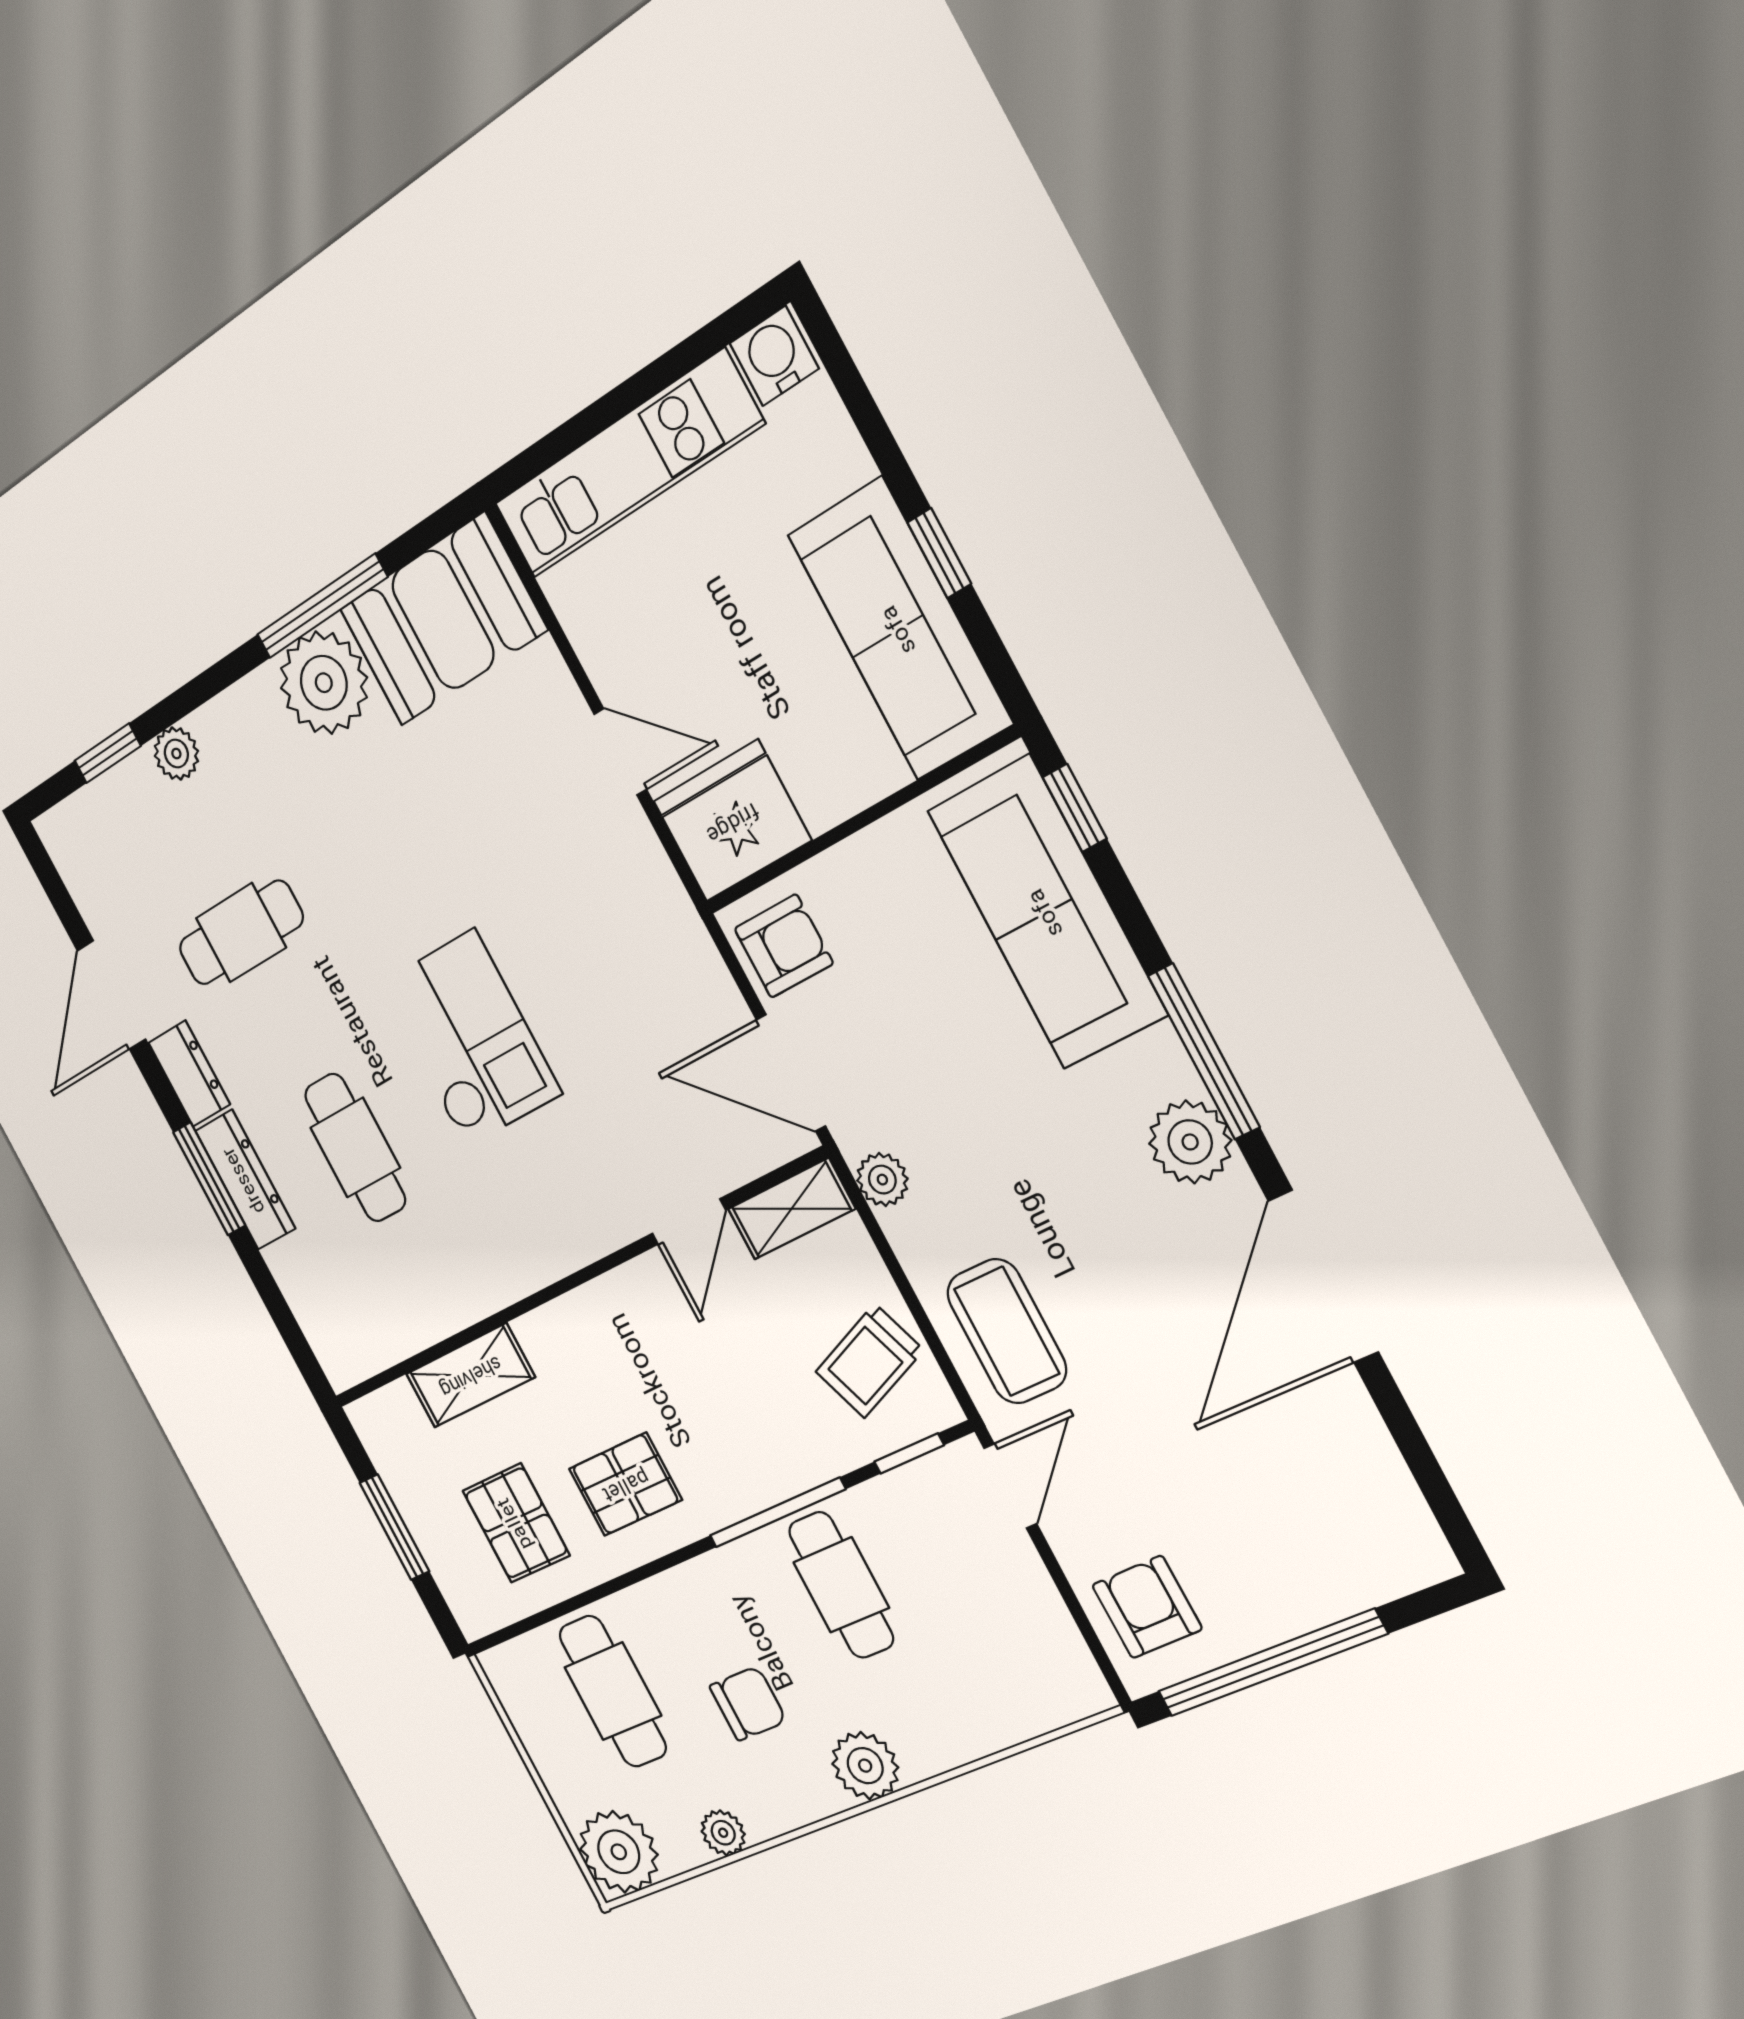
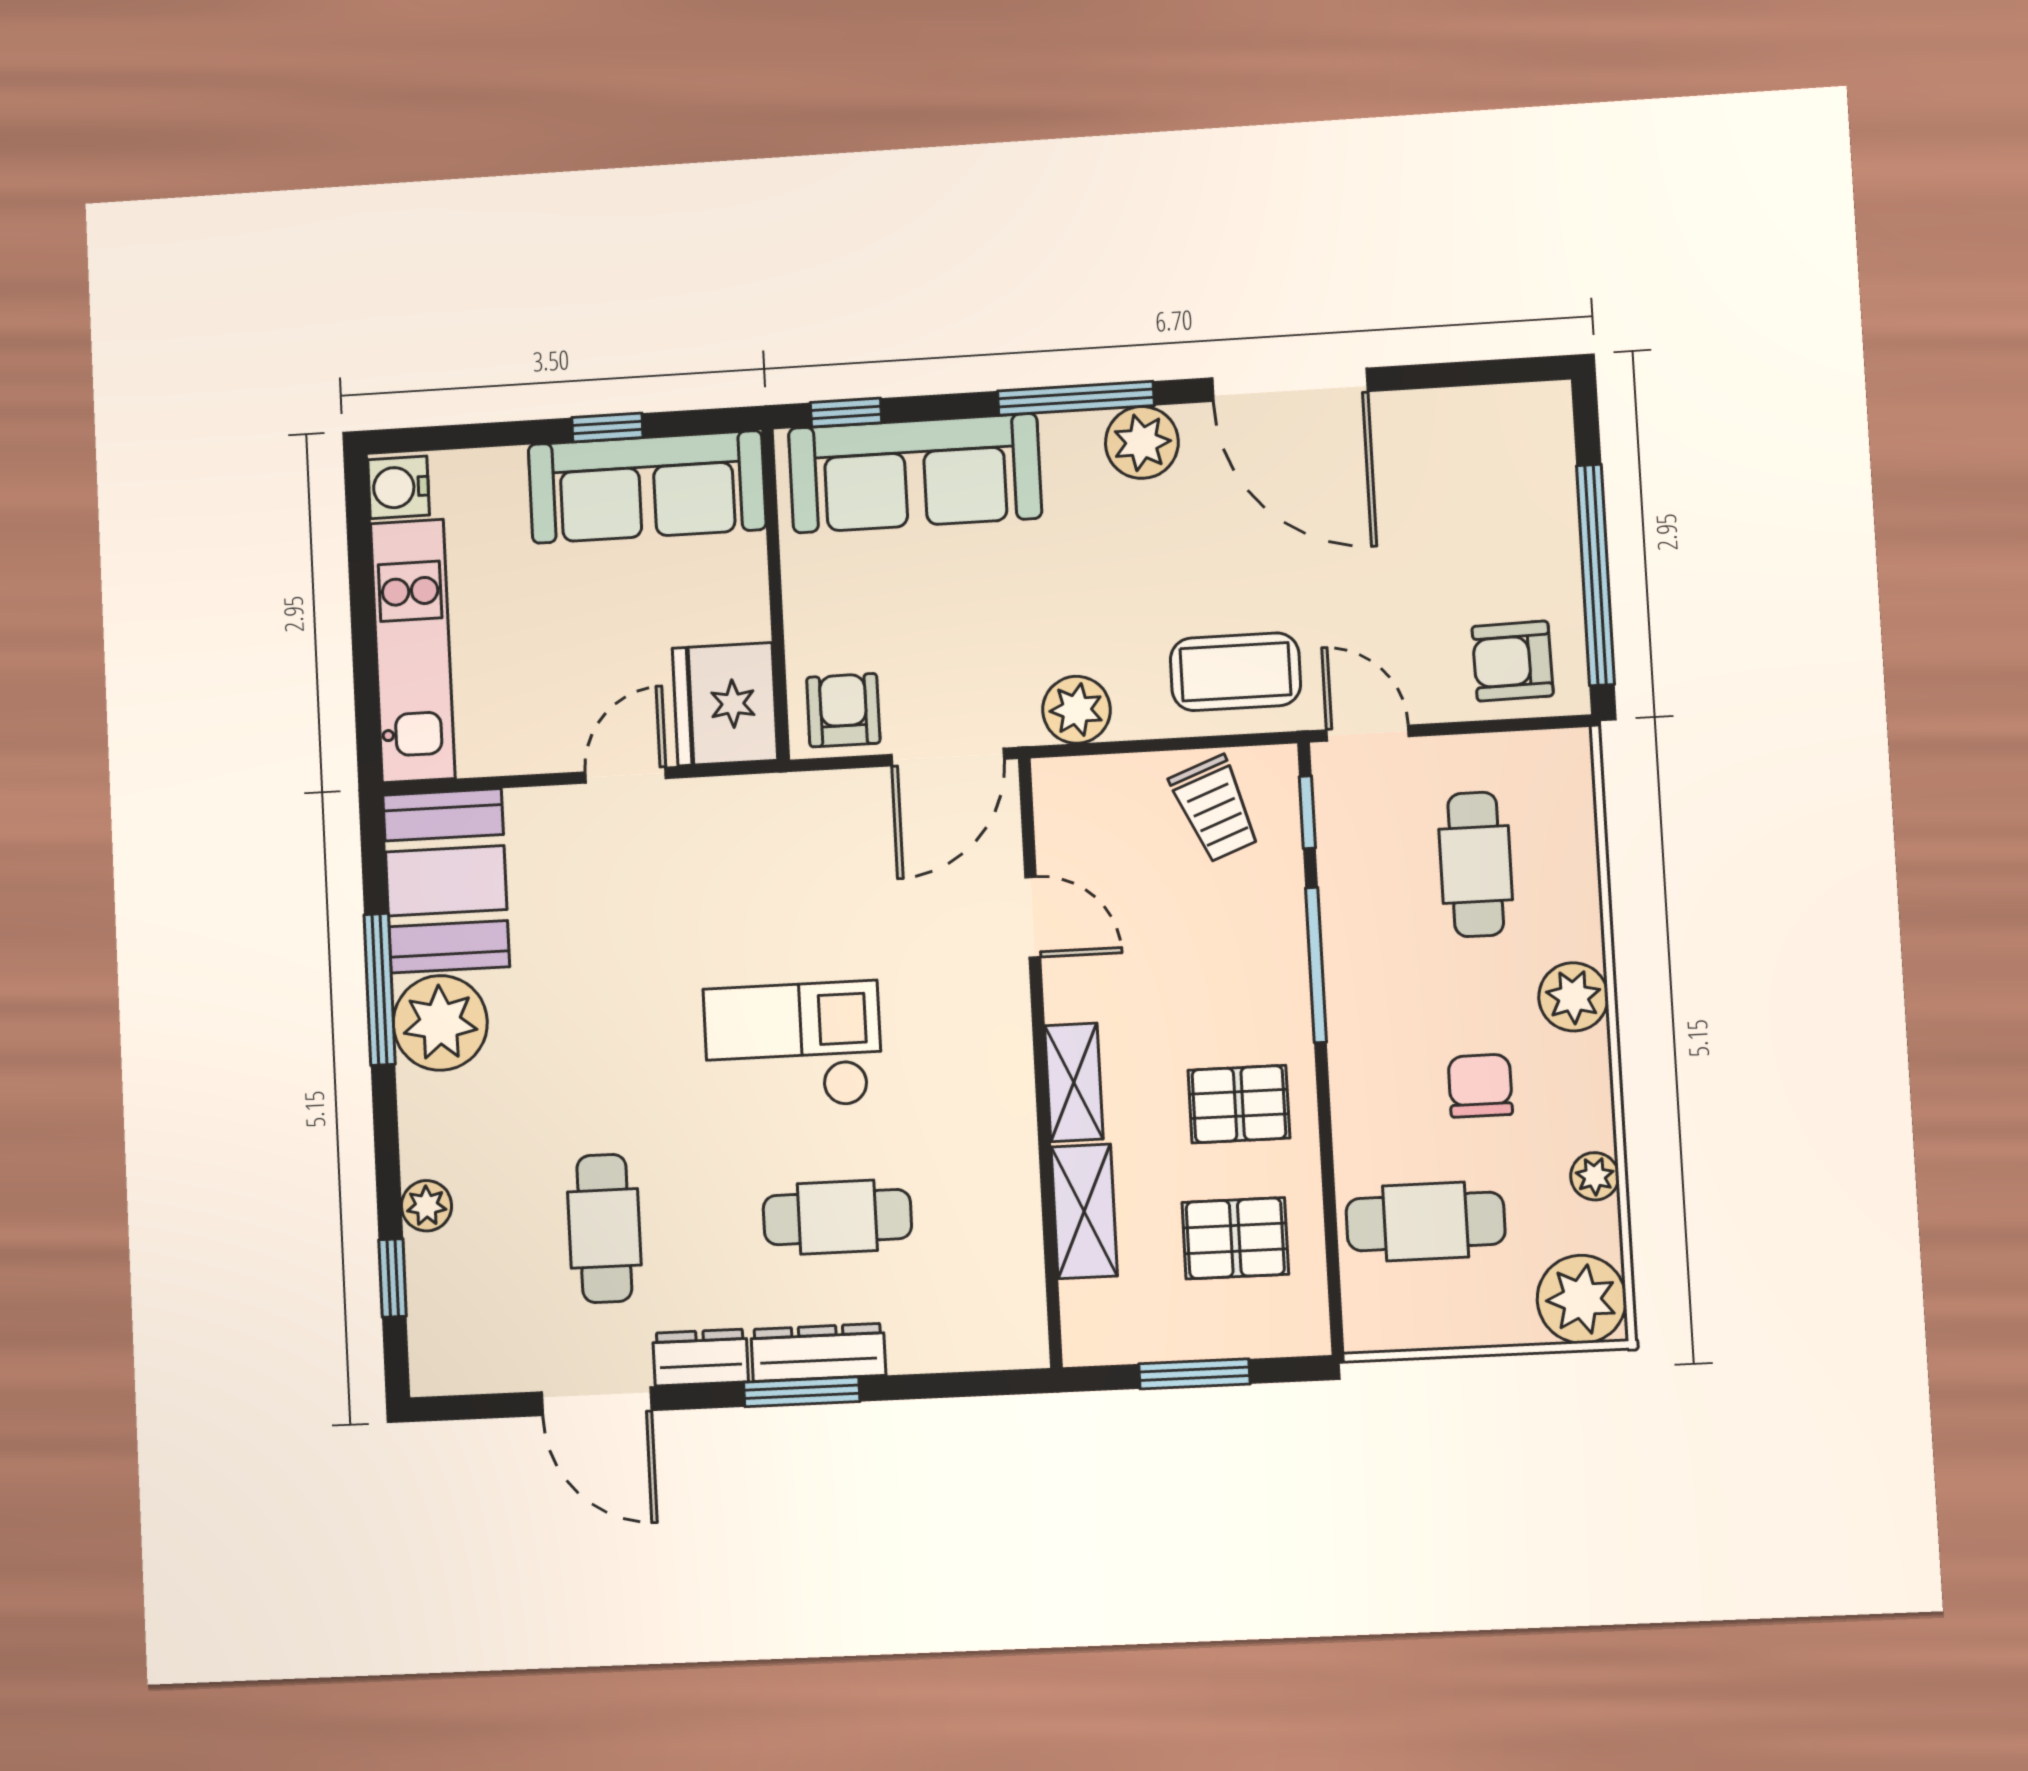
plant: (882, 1180) -> (1076, 710), width x1.38, depth x1.38
shelving: (791, 1209) -> (1074, 1082), moved
pallet: (625, 1484) -> (1239, 1104), turned 90
cafe table: (841, 1585) -> (1476, 864), moved, turned 90

